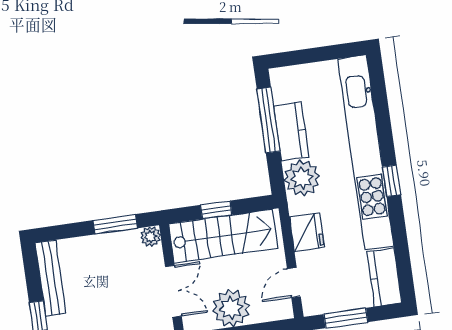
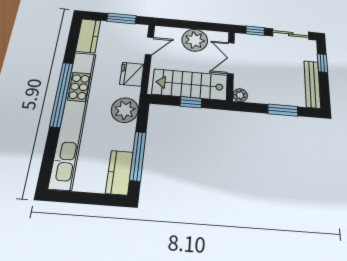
kitchen counter: (291, 131) -> (119, 173), moved
window: (392, 181) -> (62, 94), width x3.17
window: (115, 224) -> (283, 110), moved

